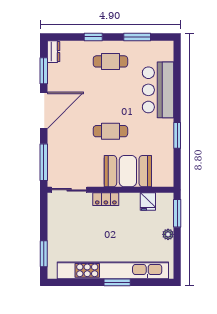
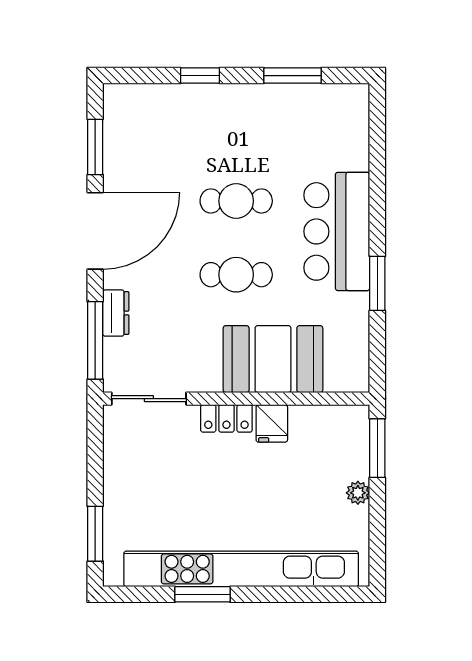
dresser: (53, 52) -> (116, 313), moved
cafe table: (110, 61) -> (236, 201), moved
bar counter: (158, 90) -> (337, 231), moved
fridge: (148, 202) -> (272, 423), moved
window: (117, 282) -> (202, 594), moved

